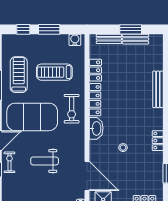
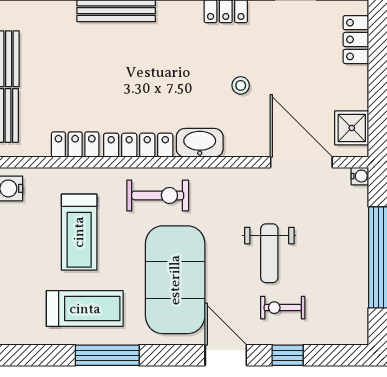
treadmill: (19, 75) -> (85, 309), turned 180
exercise bike: (9, 162) -> (283, 308), moved
door: (87, 176) -> (301, 162), hinge flipped

